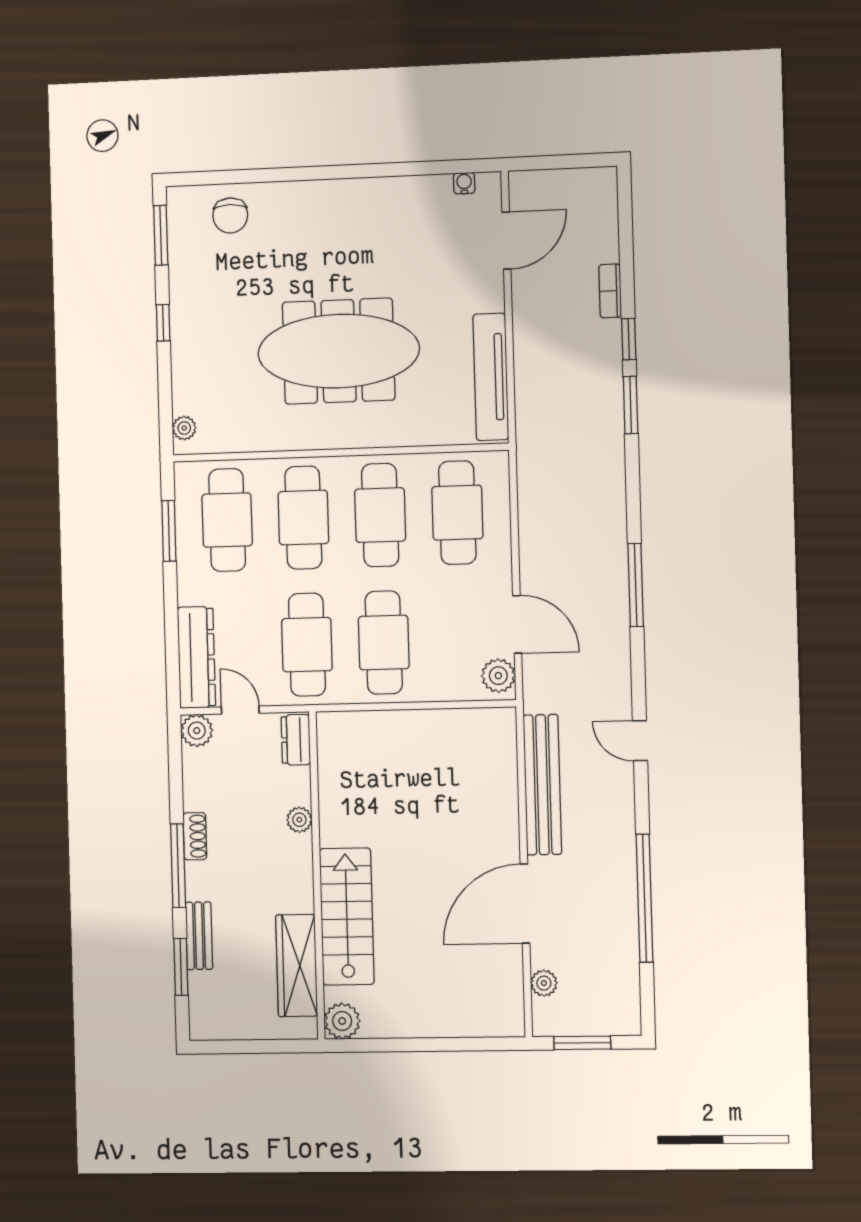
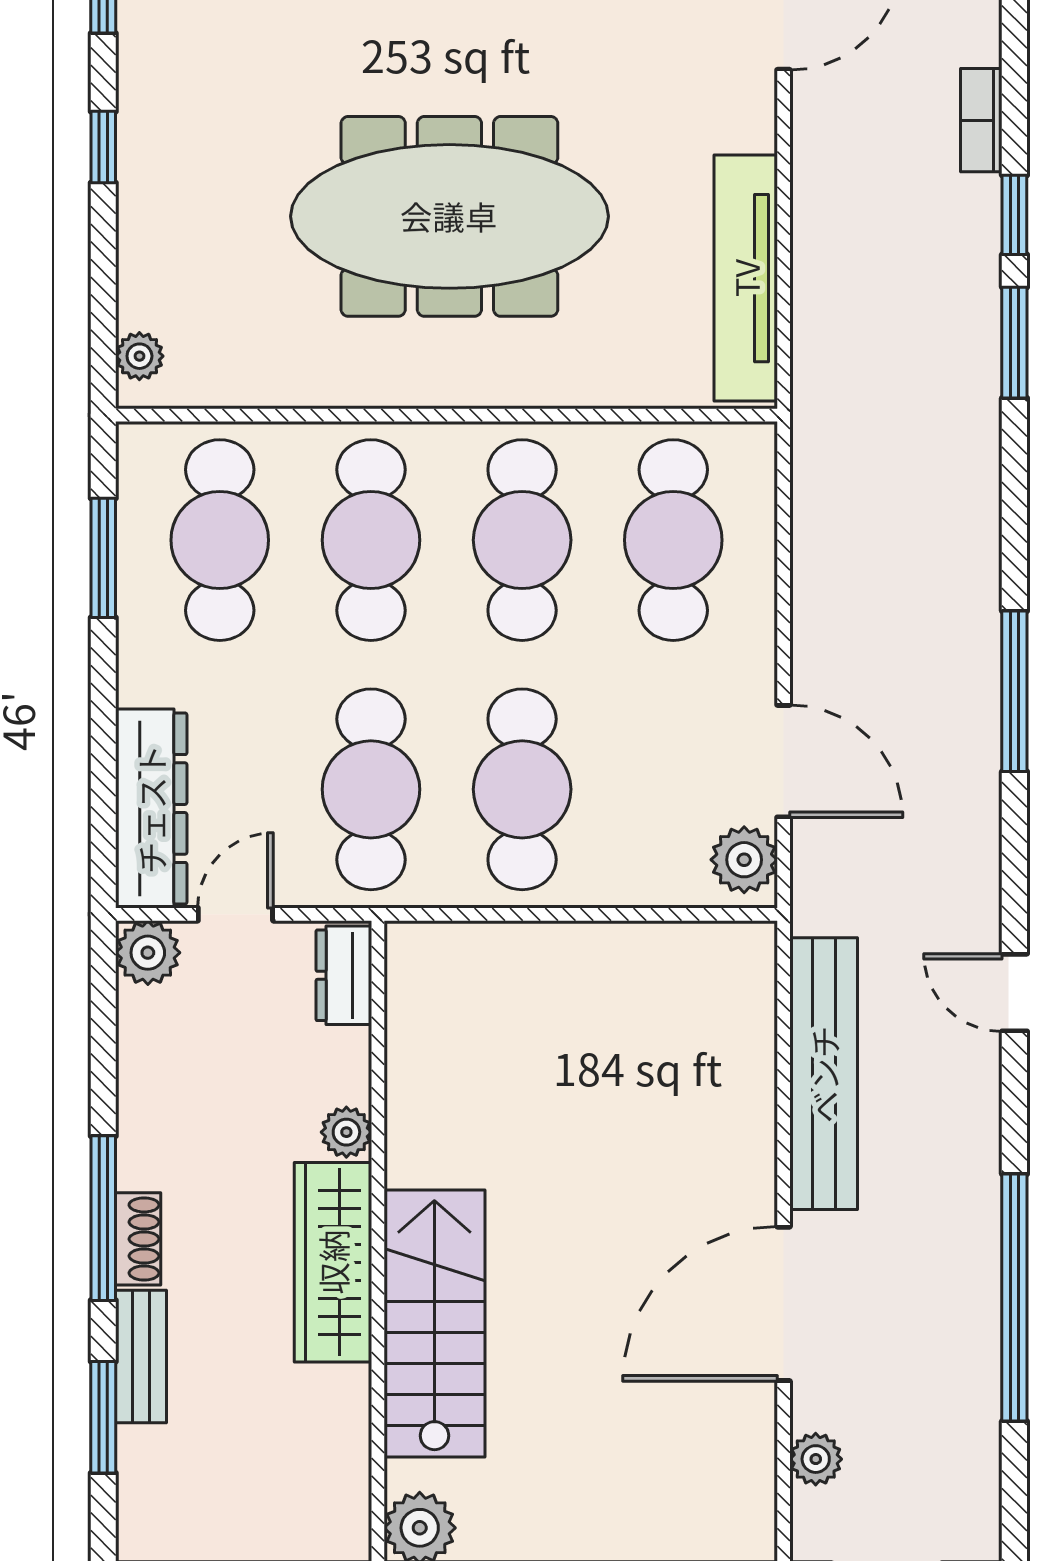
door: (240, 710) -> (235, 914), hinge flipped
shoe rack: (195, 836) -> (138, 1239), moved
wardrobe: (297, 965) -> (333, 1262), moved

